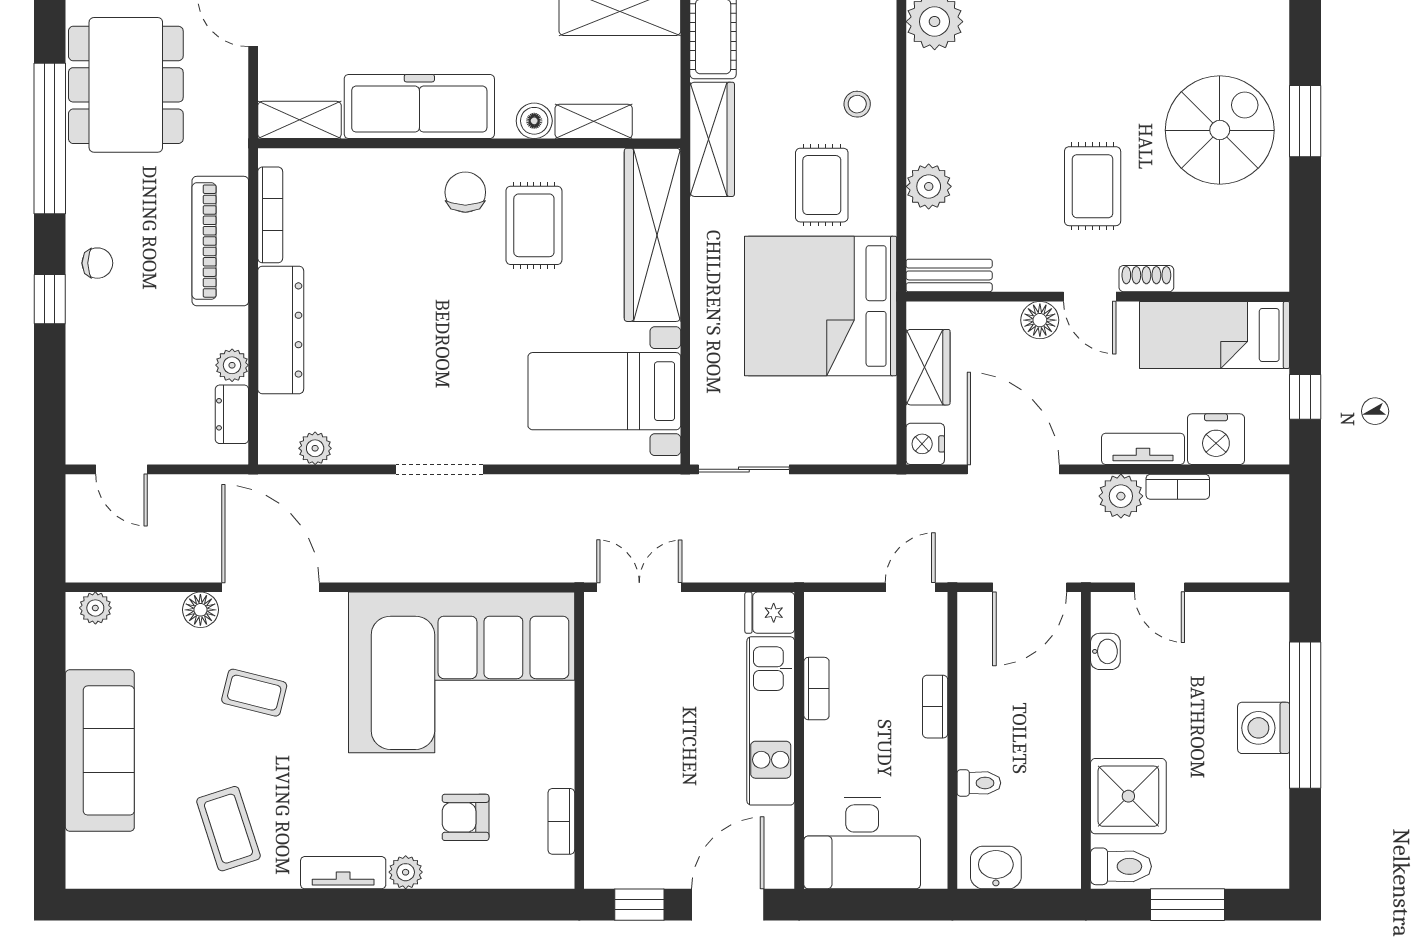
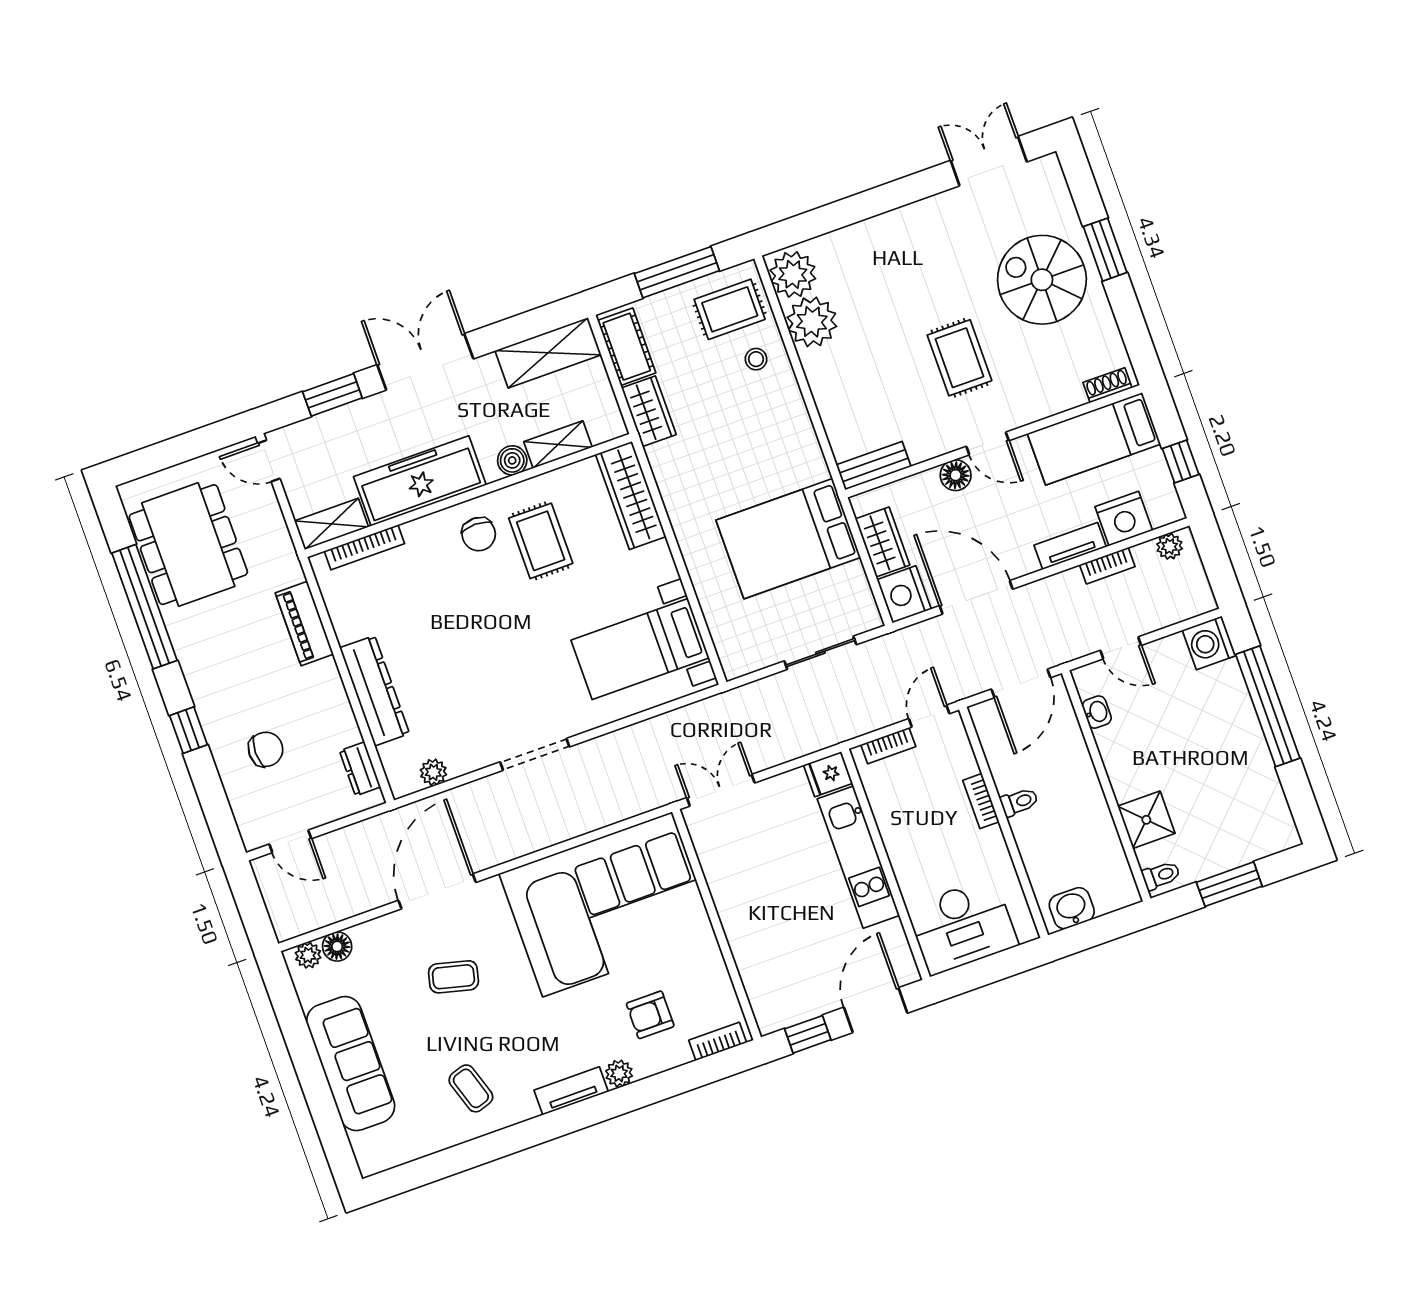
spiral stairs: (1220, 130) -> (1042, 280), turned -90
wardrobe: (712, 139) -> (649, 411), width x0.67
rug: (822, 185) -> (730, 309), moved, turned 90
plant: (929, 186) -> (812, 322), moved, width x1.36, depth x1.36
chair: (465, 192) -> (479, 534), turned 180
bookcase: (270, 215) -> (364, 547), moved, turned 90
wardrobe: (652, 235) -> (631, 495), width x0.71, depth x0.85
piano: (220, 241) -> (304, 624), width x0.73, depth x0.75
chair: (97, 263) -> (266, 749), moved, width x1.37, depth x1.37
shoe rack: (1146, 279) -> (1107, 385), moved
bed: (821, 306) -> (788, 539), width x0.73
plant: (232, 365) -> (347, 731), removed
nightstand: (925, 444) -> (904, 594), width x1.36, depth x1.33
sliding door: (744, 469) -> (820, 653), moved
plant: (1121, 496) -> (1170, 546), moved, width x0.73, depth x0.73
door: (270, 587) -> (437, 891), hinge flipped
floor lamp: (200, 610) -> (337, 946), moved
bookcase: (816, 689) -> (888, 746), moved, turned 90
washing machine: (1264, 728) -> (1209, 643), moved
toilet: (979, 783) -> (1019, 802), moved
shower: (1128, 796) -> (1146, 820), width x0.73, depth x0.73
bookcase: (561, 821) -> (718, 1041), moved, turned 90
coffee table: (228, 829) -> (471, 1088), width x0.73, depth x0.77
toilet: (1121, 866) -> (1161, 875), width x0.73, depth x0.72

